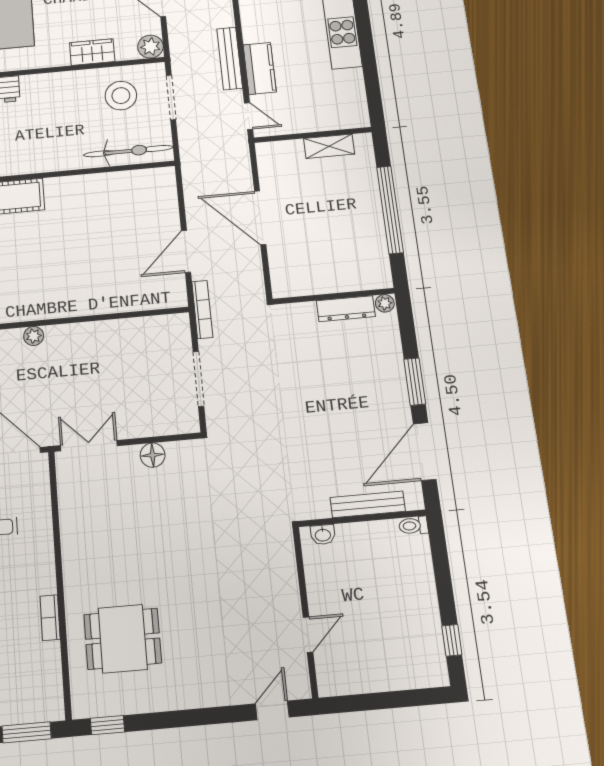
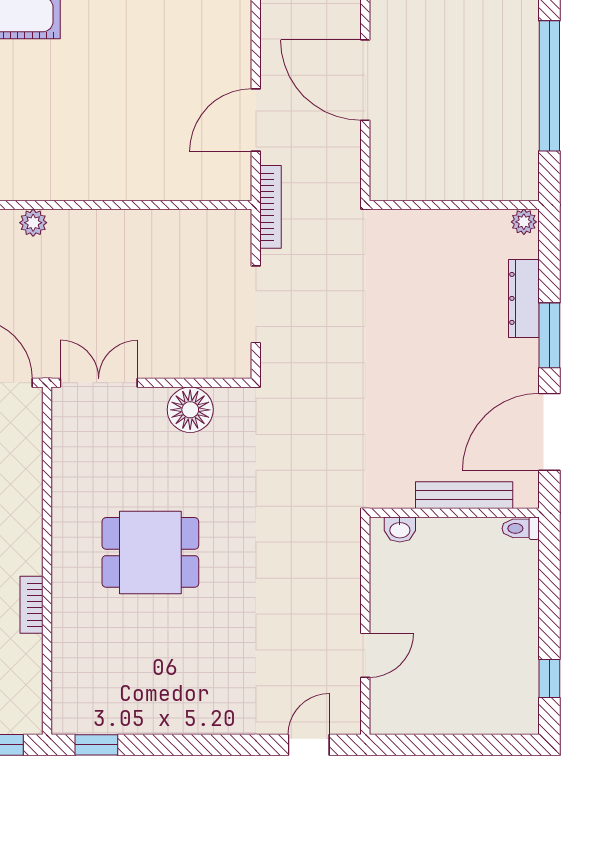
dresser: (346, 309) -> (524, 298), moved, turned 90
floor lamp: (153, 455) -> (190, 410), width x1.38, depth x1.38
dining table: (123, 639) -> (150, 552), moved

